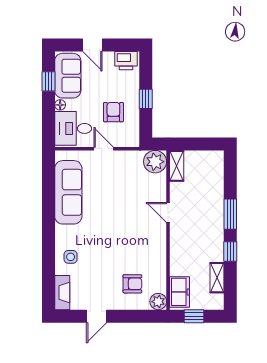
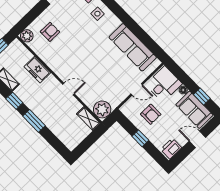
armchair: (132, 284) -> (50, 32), turned 180
freezer: (180, 292) -> (37, 70), moved

